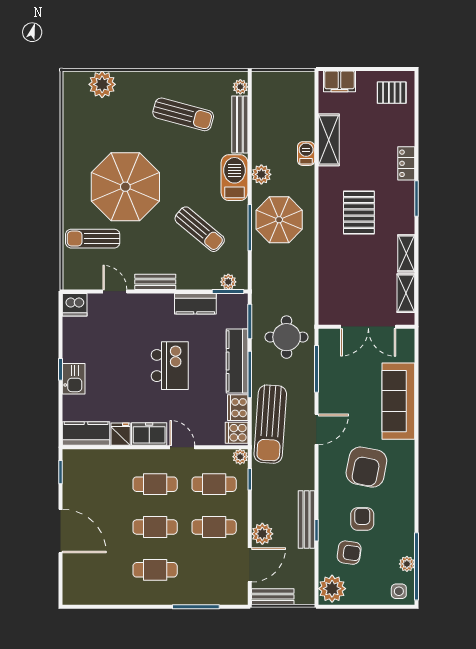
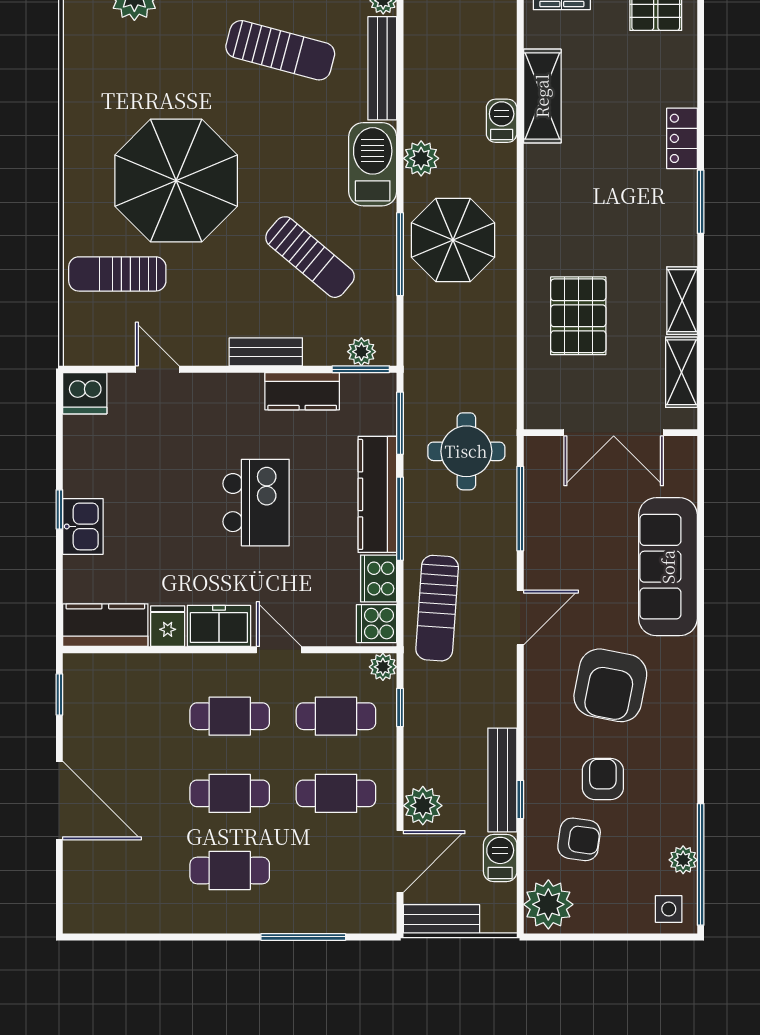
pallet: (359, 212) -> (578, 316), moved
bench: (155, 282) -> (266, 352), moved
sun lounger: (270, 424) -> (437, 608), width x0.73, depth x0.75
barbecue: (305, 563) -> (500, 858), added

